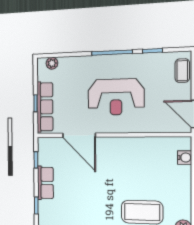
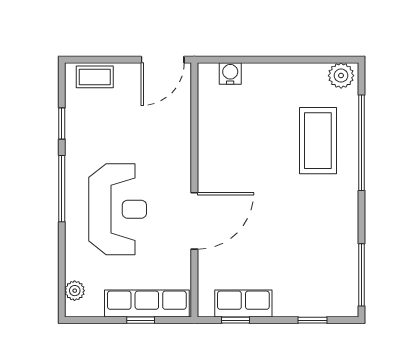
reception desk: (116, 97) -> (118, 209), moved
door: (79, 135) -> (194, 221), moved
row of seats: (45, 183) -> (243, 303), moved

